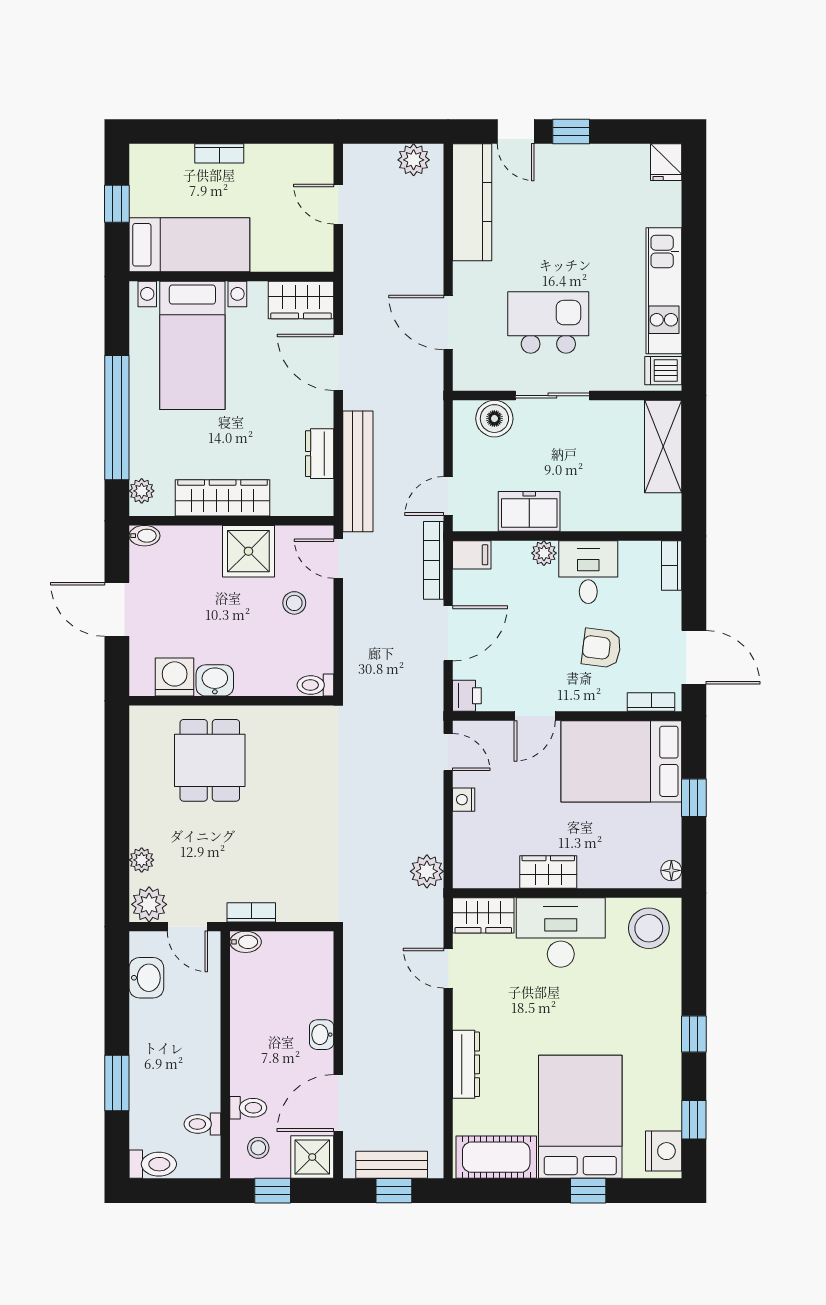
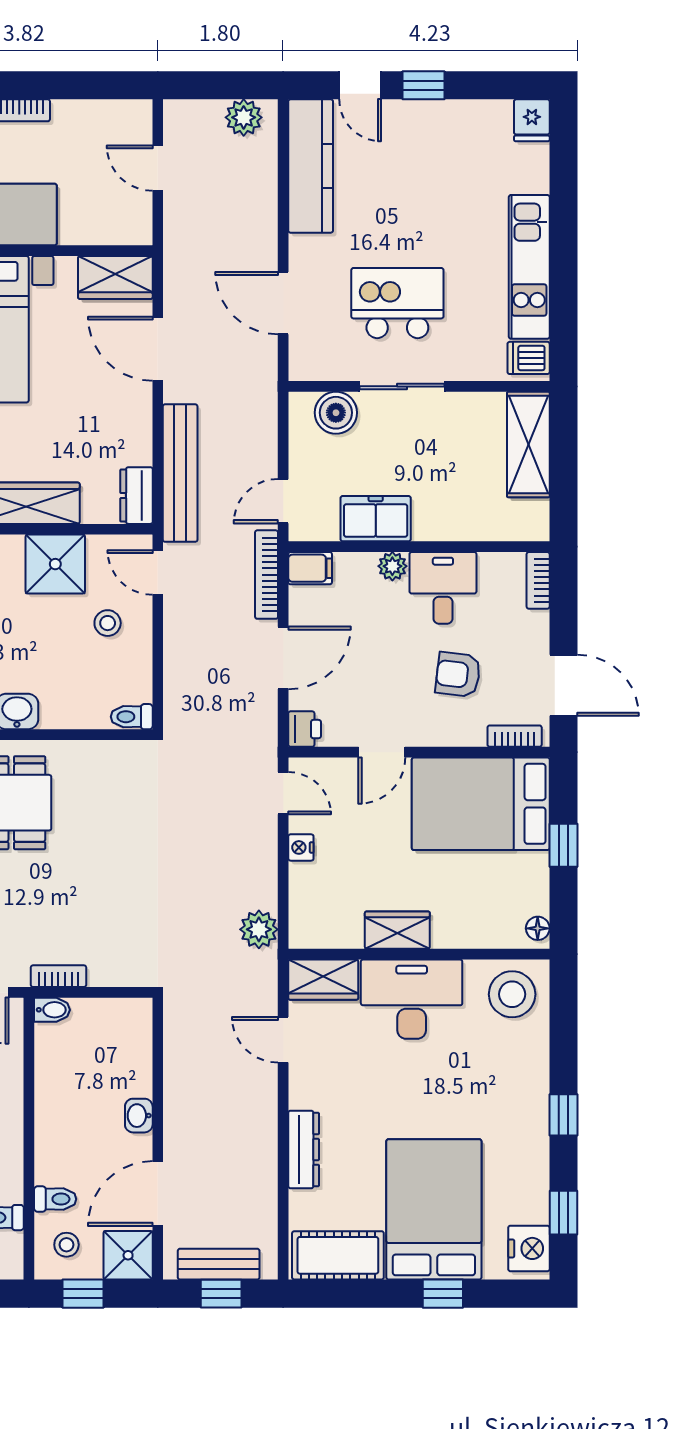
dresser: (320, 454) -> (136, 496), moved

